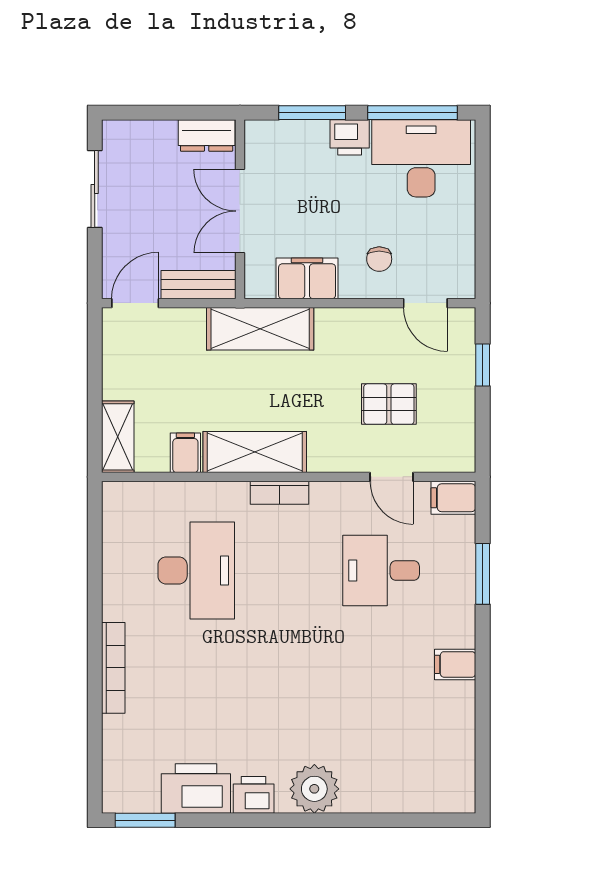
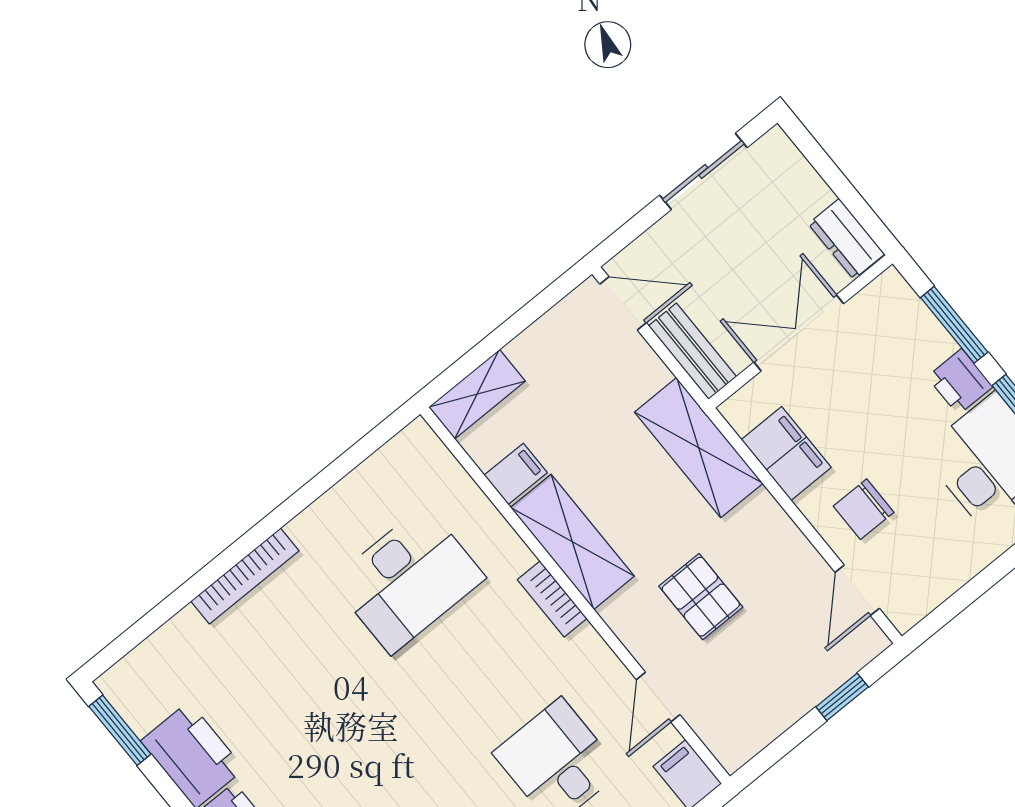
chair: (379, 259) -> (864, 509), width x1.37, depth x1.37
pallet: (389, 404) -> (701, 597), moved

